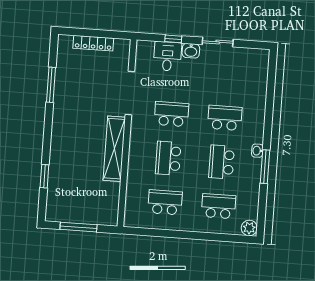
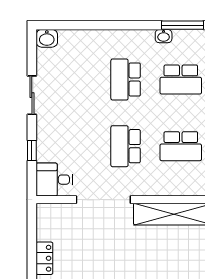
locker: (93, 43) -> (44, 258), width x0.66
washbasin: (191, 51) -> (47, 38), moved, turned 90
desk: (167, 56) -> (54, 180), moved

